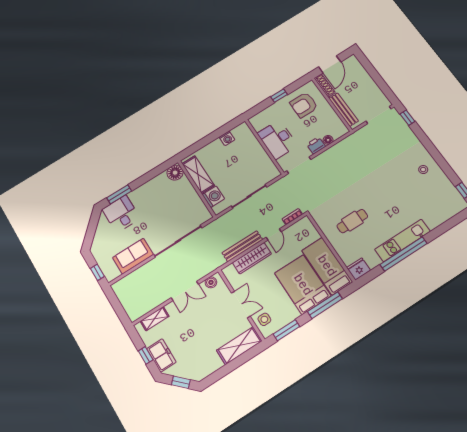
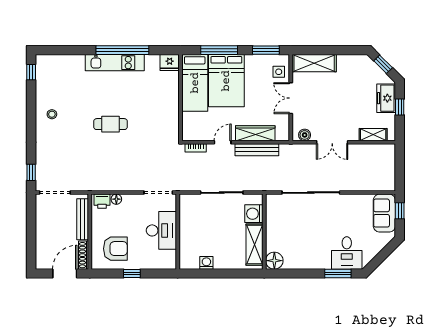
printer: (316, 145) -> (102, 201), moved
cafe table: (352, 221) -> (110, 124), moved
sofa: (133, 256) -> (384, 213), moved, turned 90
double door: (185, 291) -> (332, 142), swing flipped

